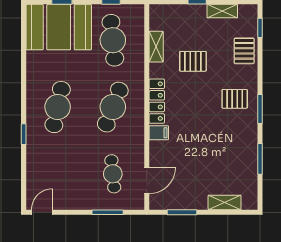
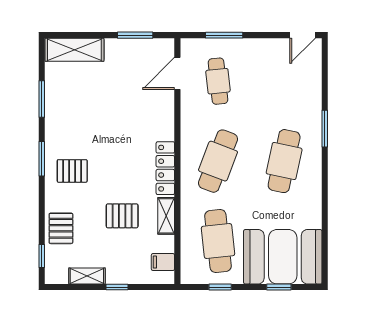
shelving: (156, 47) -> (166, 216), moved
filing cabinet: (159, 133) -> (163, 262), moved
window: (24, 134) -> (325, 129), width x1.50
shelving: (225, 202) -> (74, 50), width x1.50, depth x1.33

